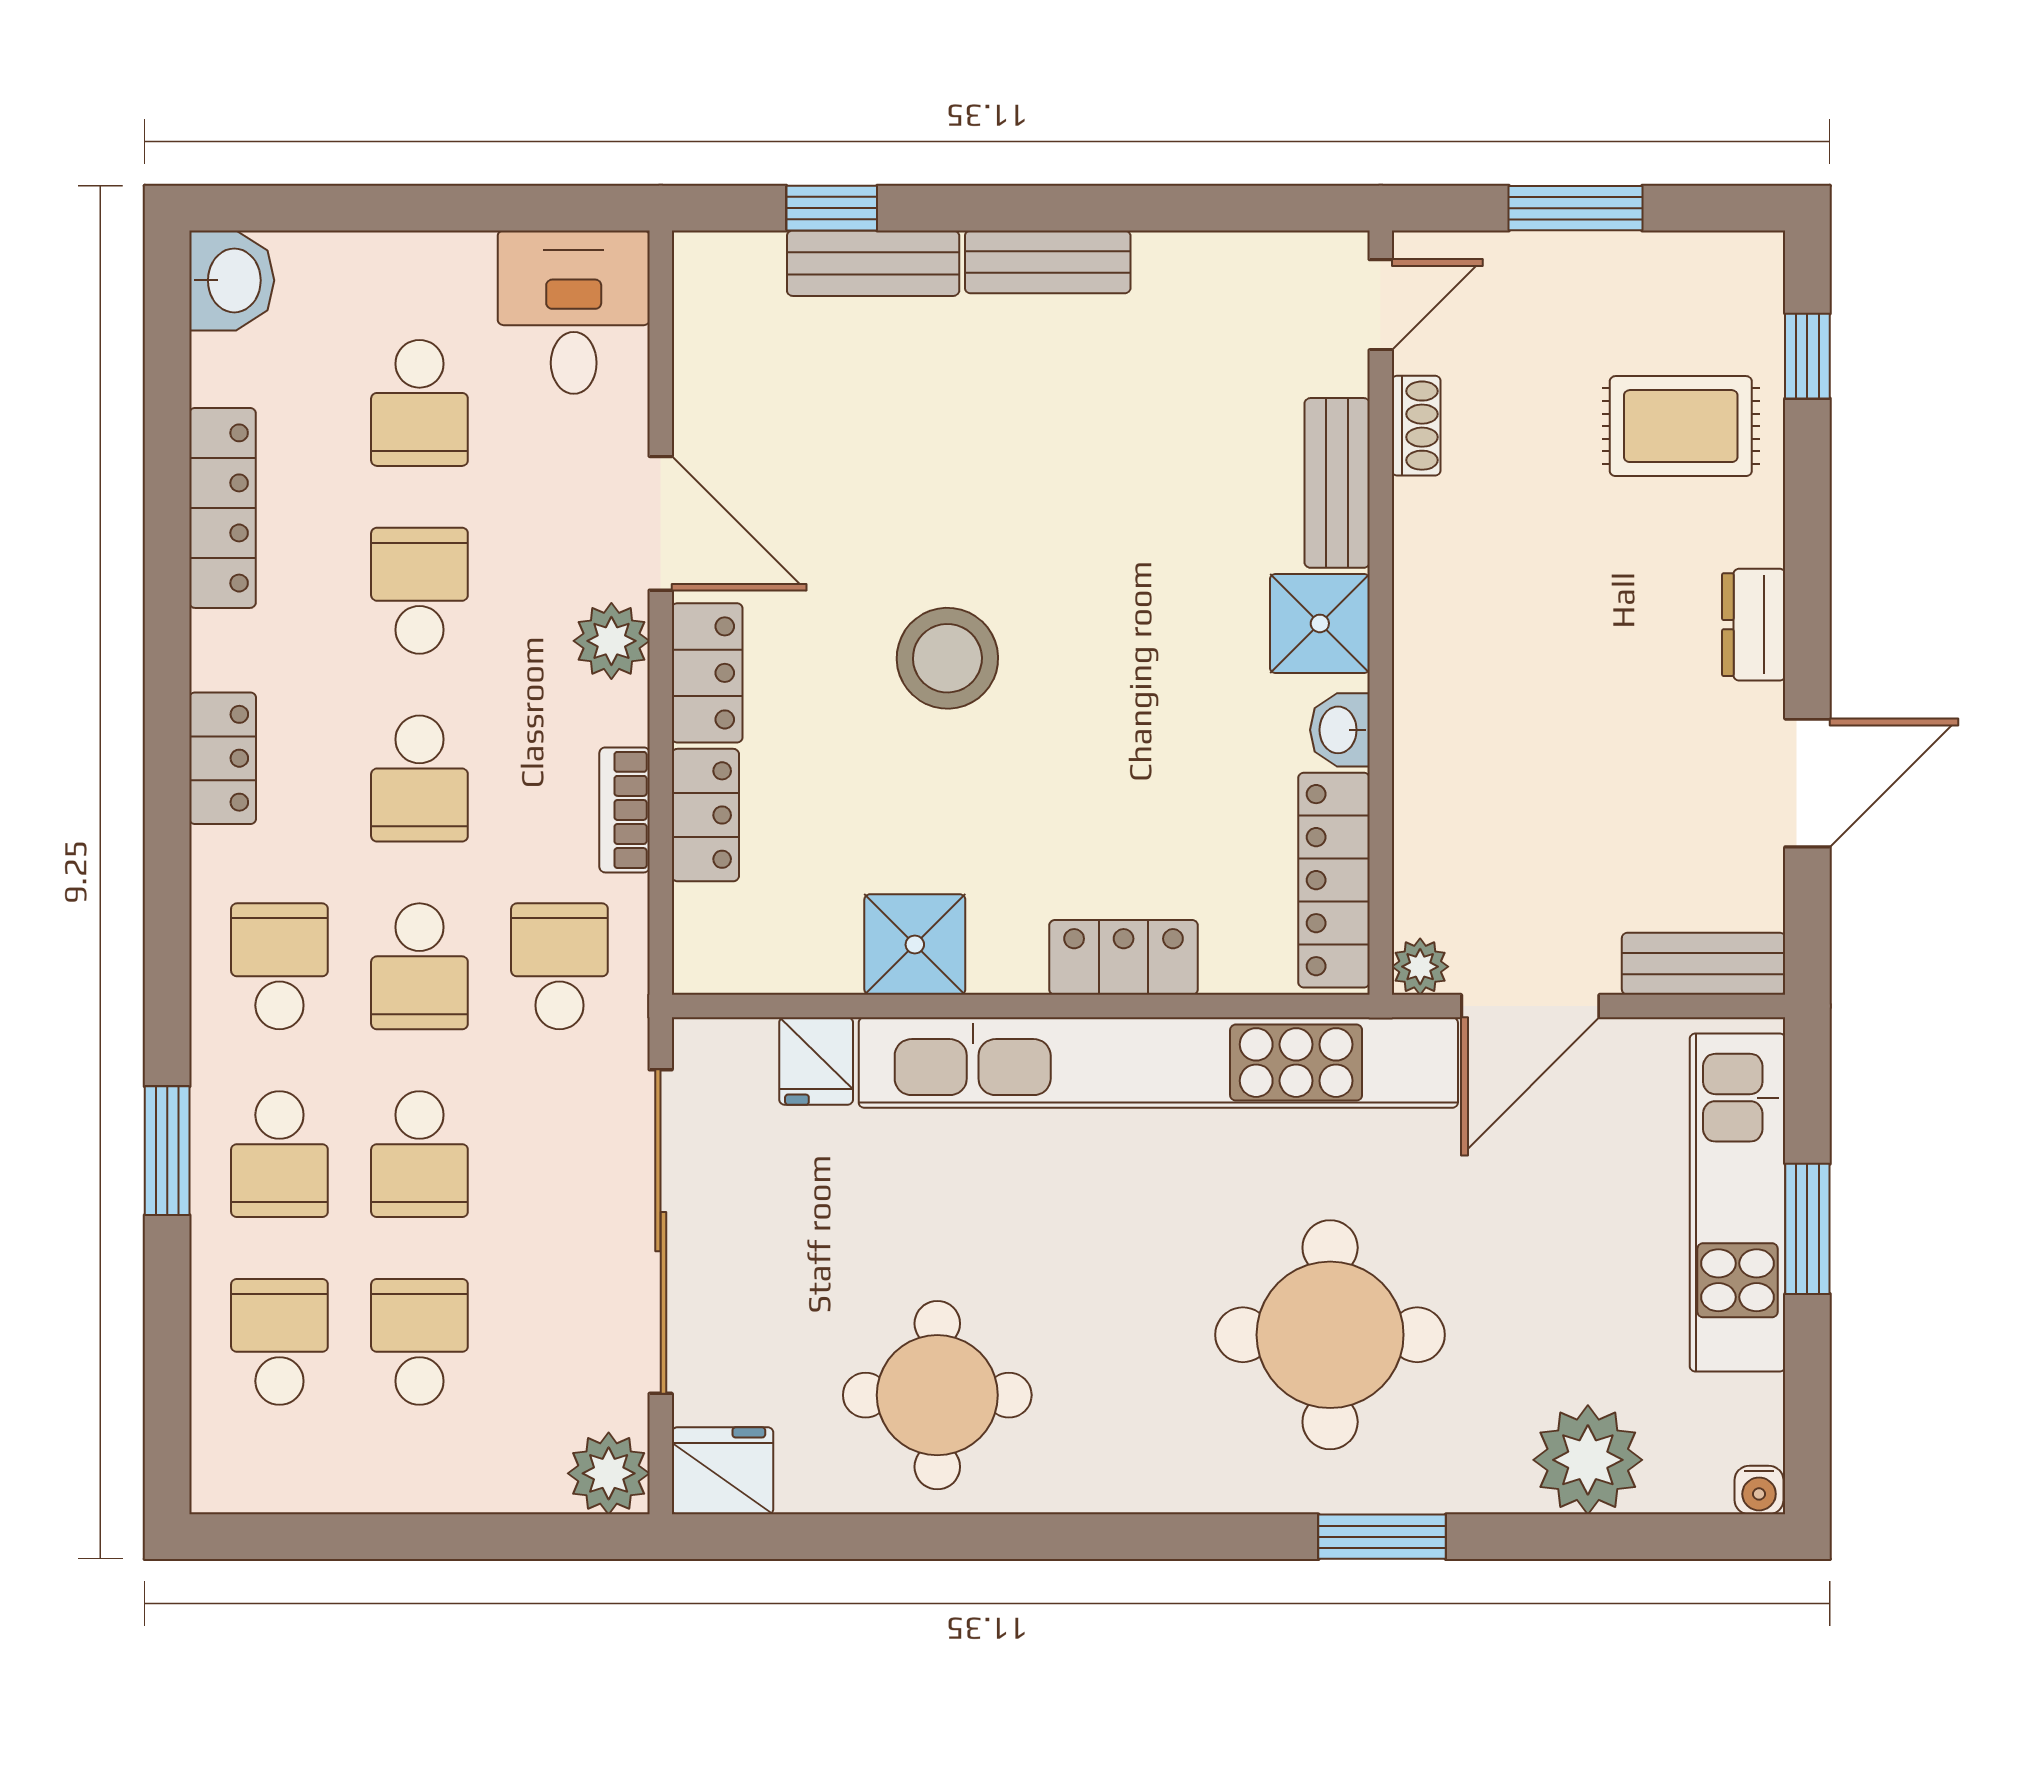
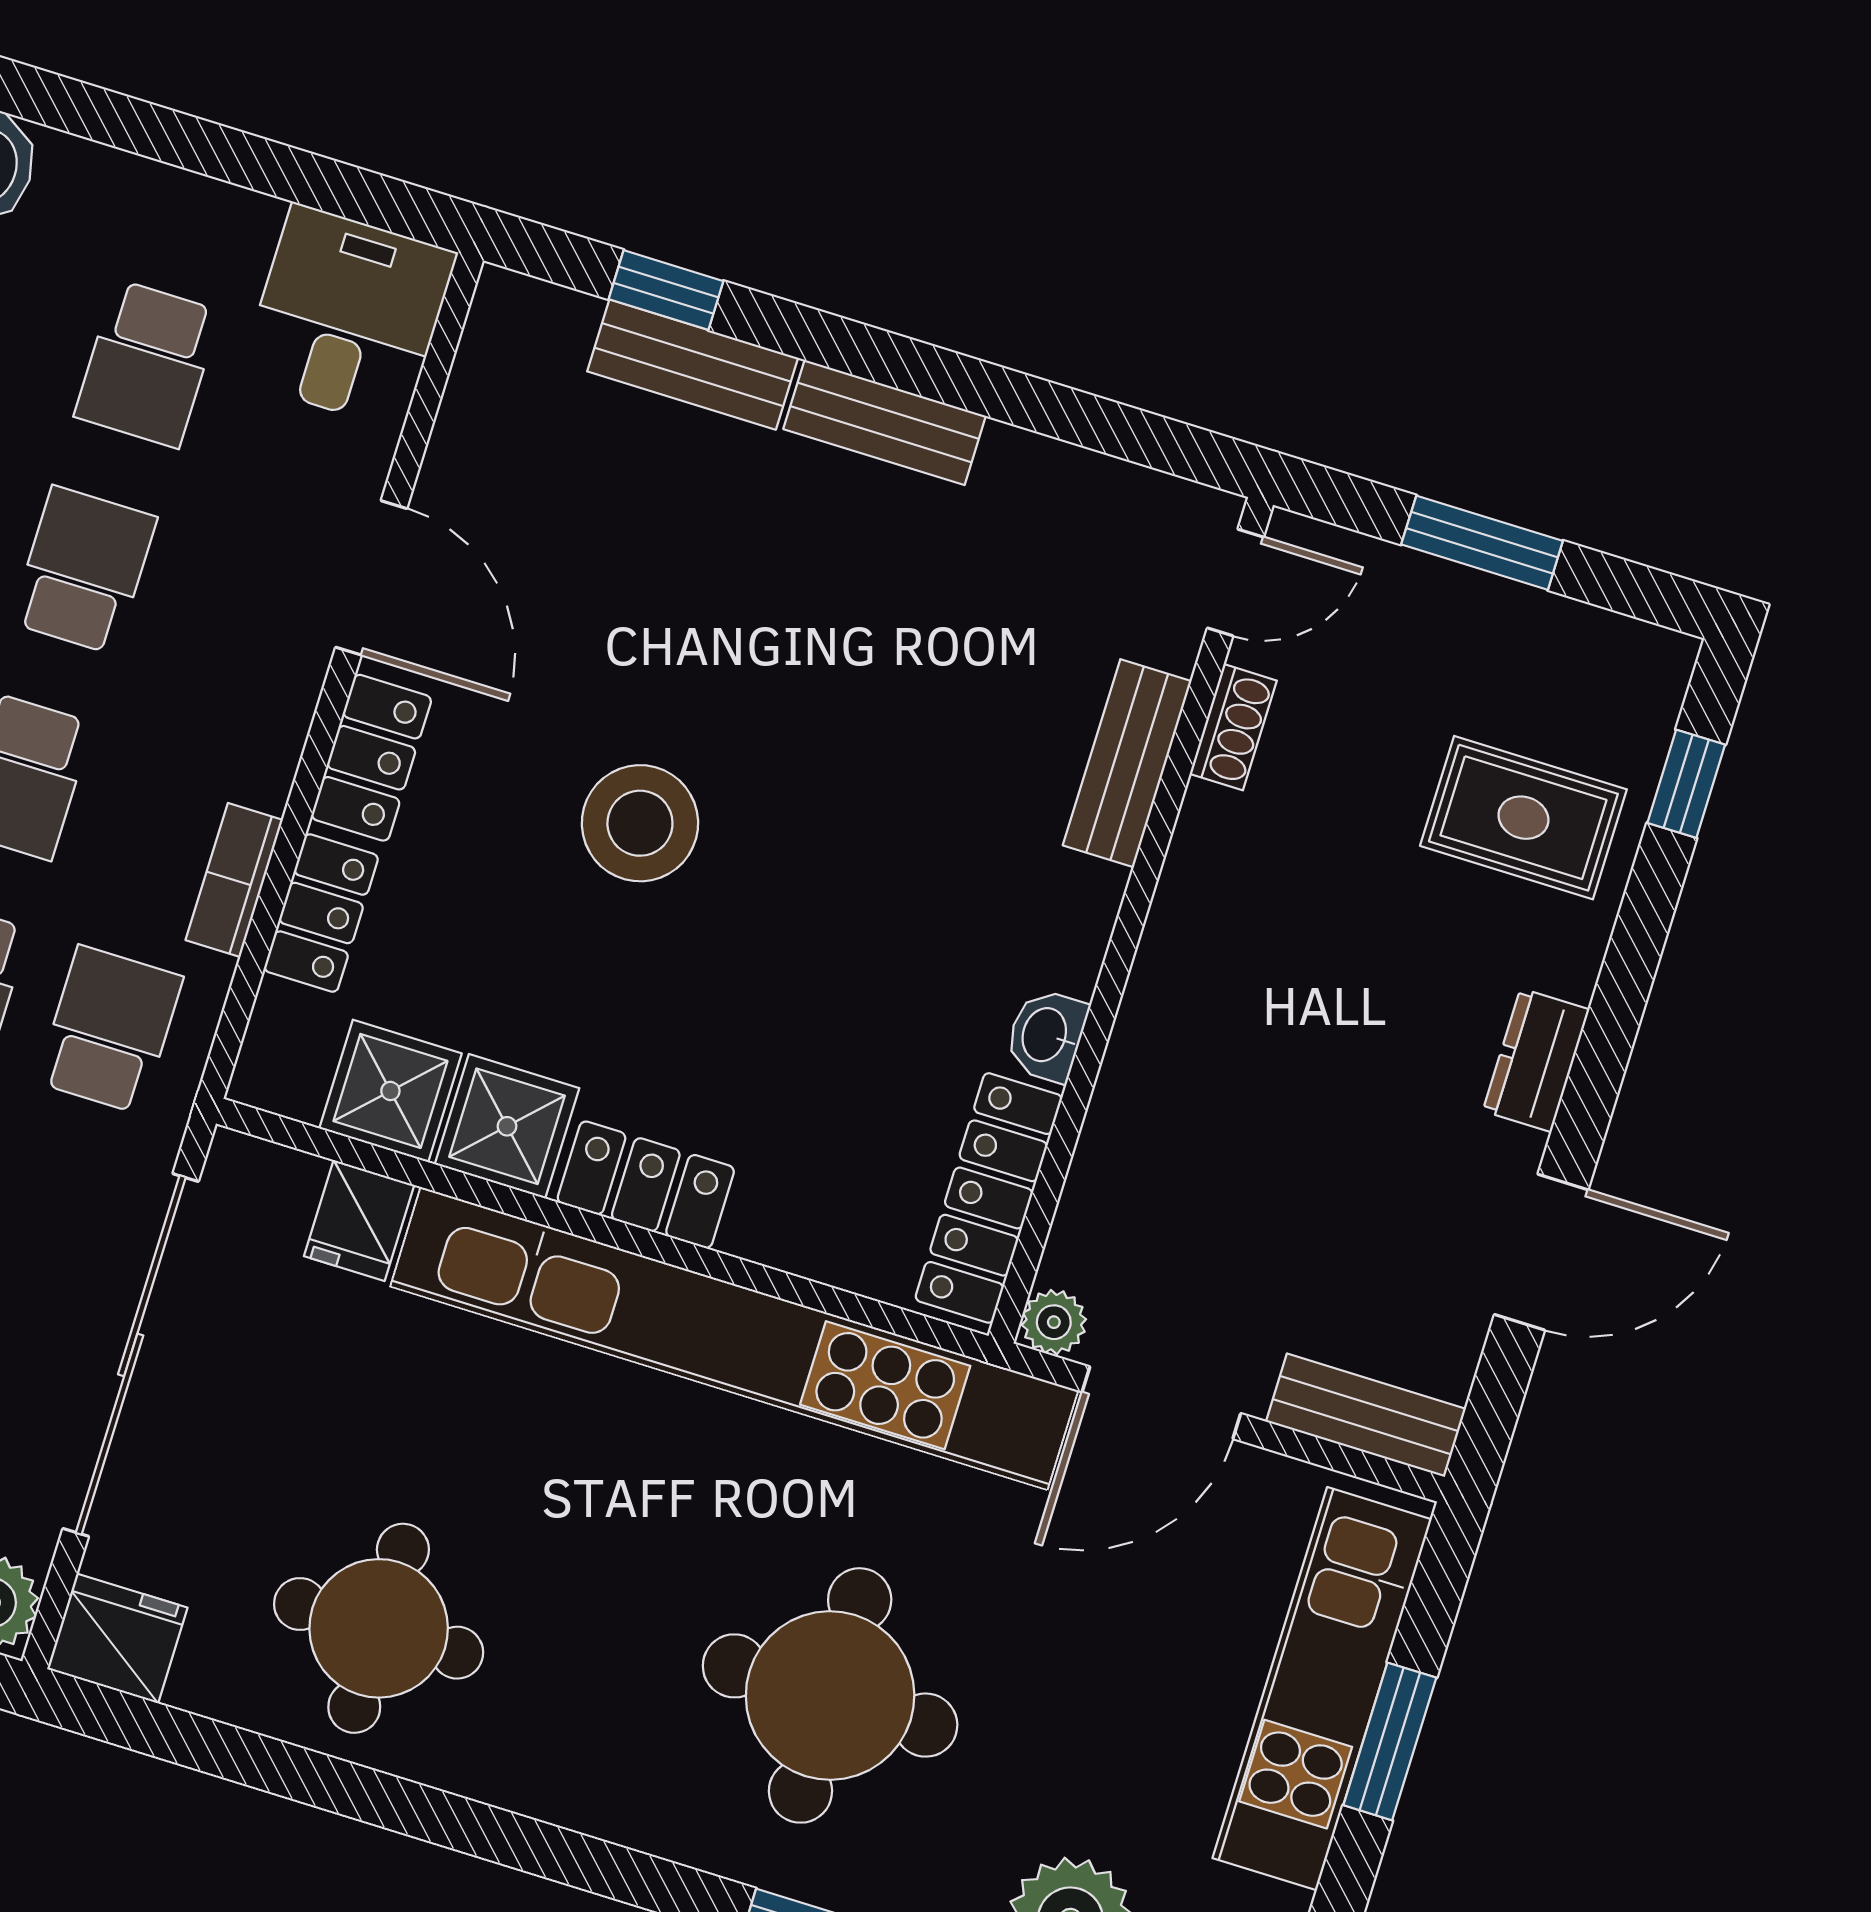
shower: (1320, 623) -> (390, 1091), moved
plant: (611, 641) -> (277, 690), removed
locker: (1124, 957) -> (646, 1185), moved

